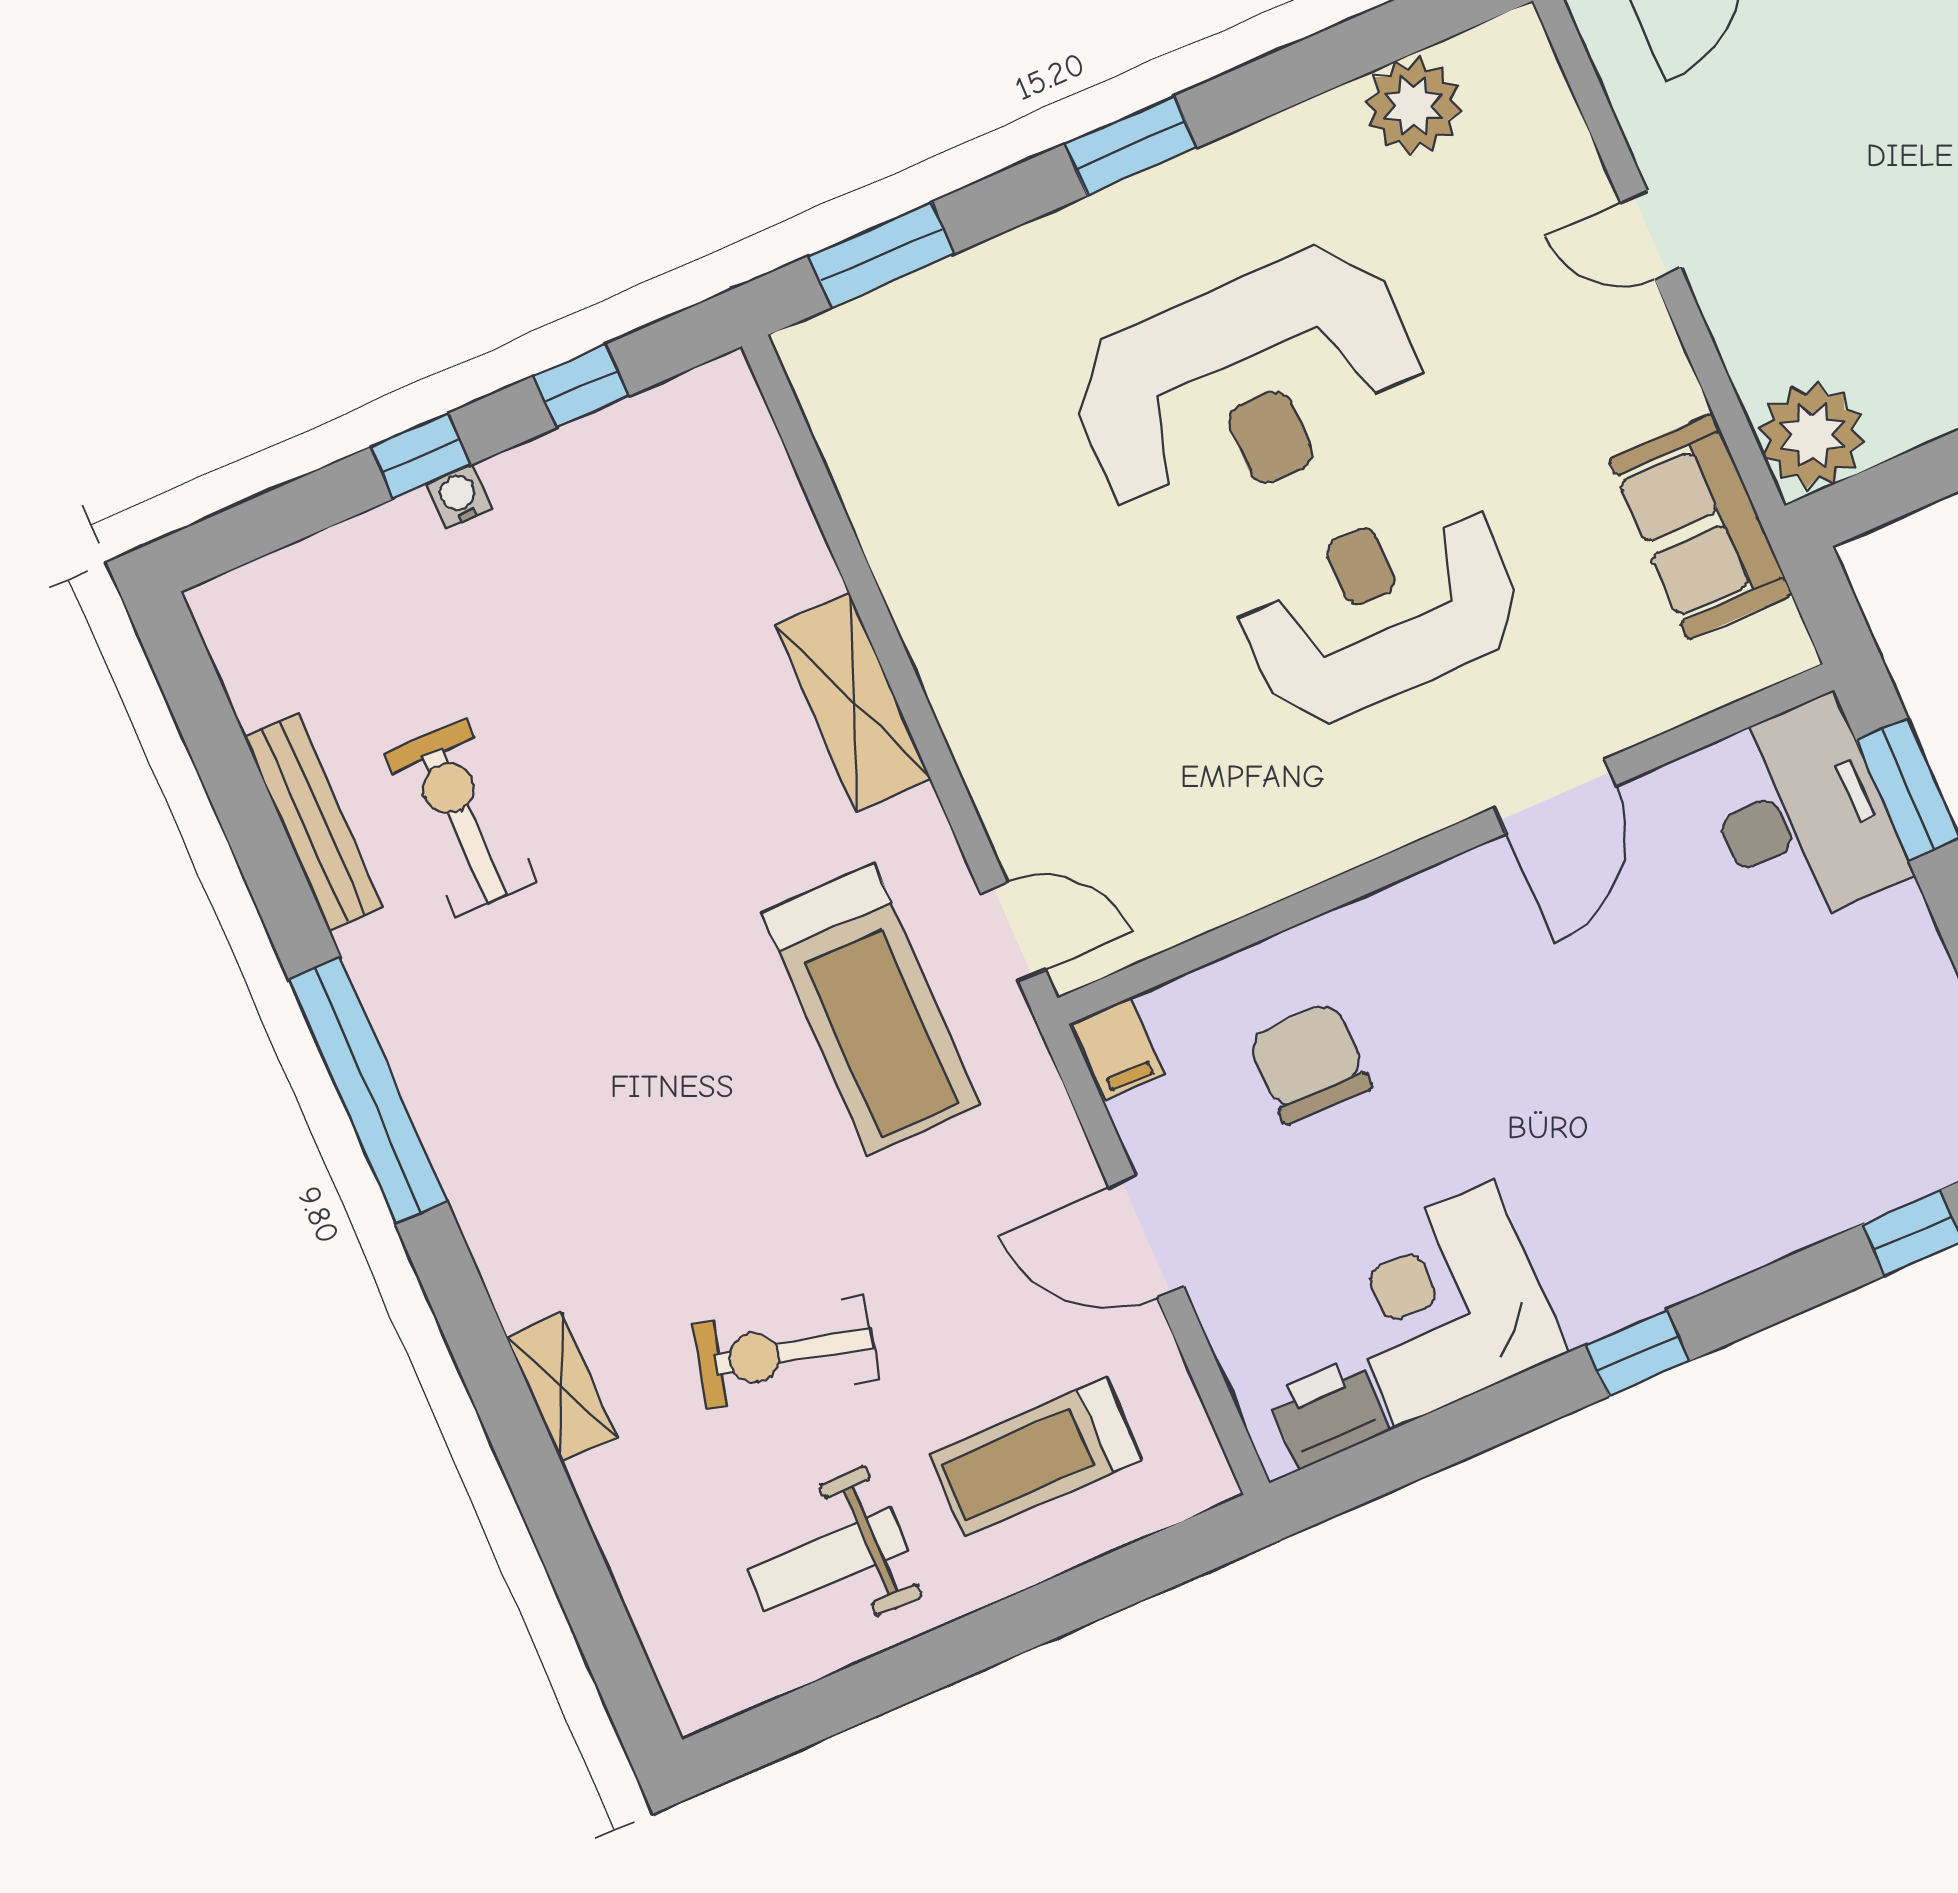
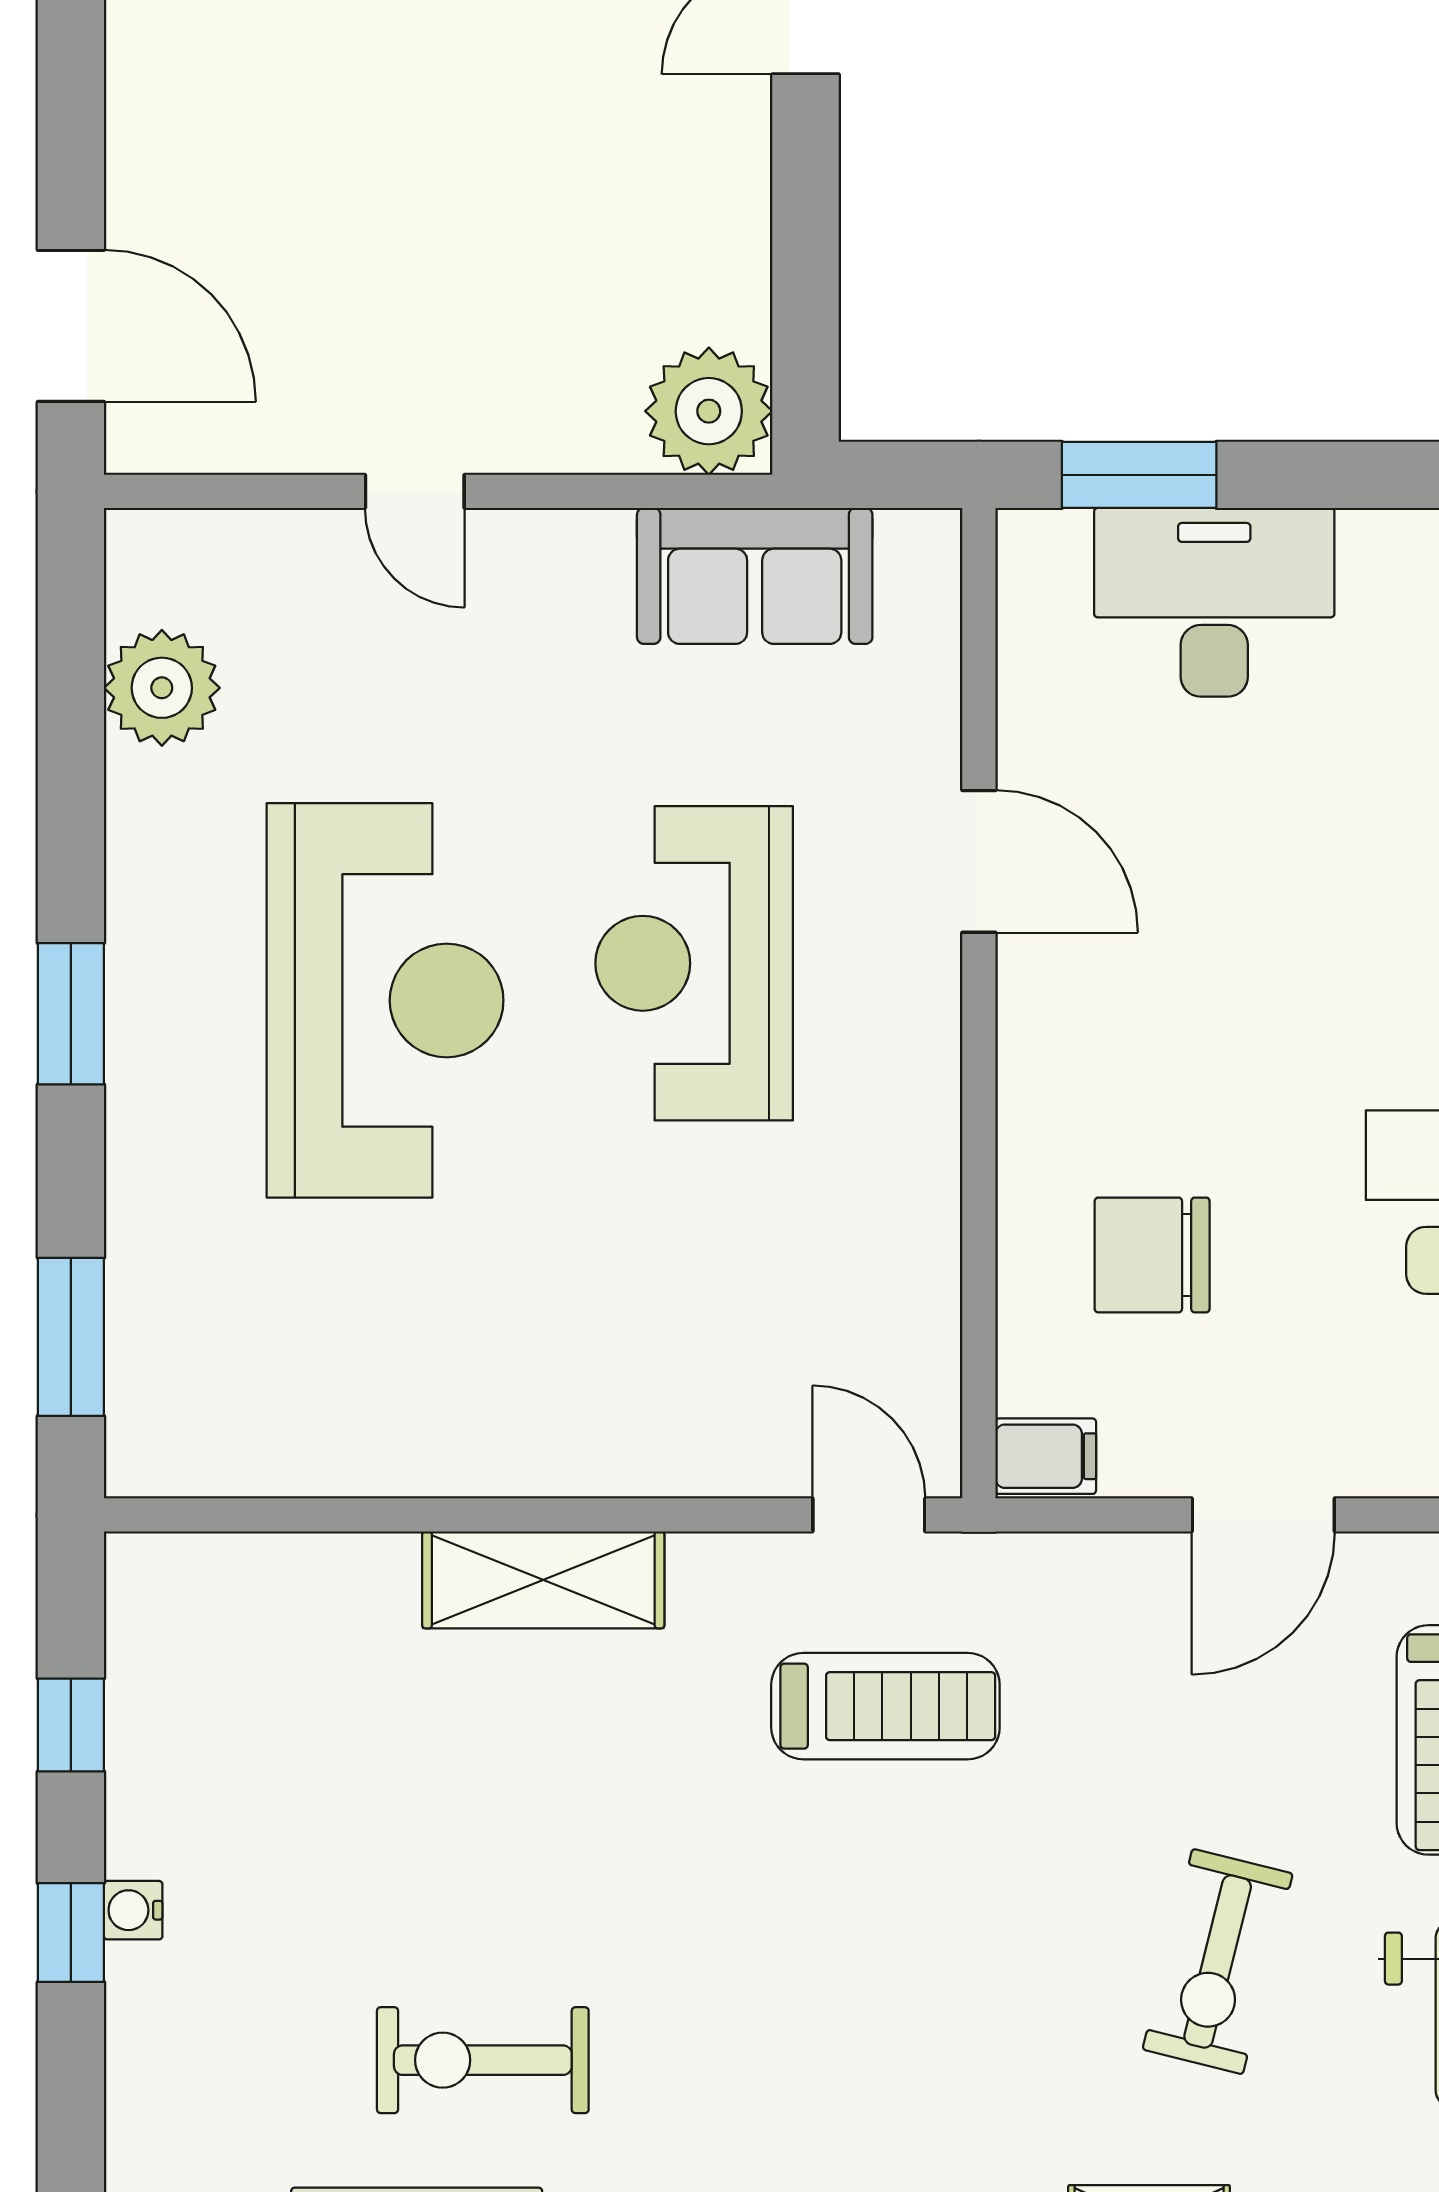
door: (1651, 235) -> (415, 491), hinge flipped
desk: (1802, 814) -> (1214, 602), moved
door: (1013, 932) -> (869, 1515), hinge flipped
treadmill: (871, 1009) -> (885, 1706), width x0.73, depth x0.73

